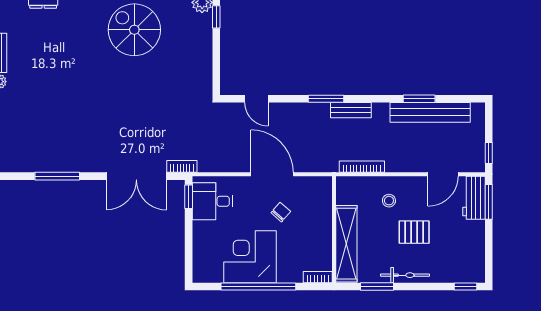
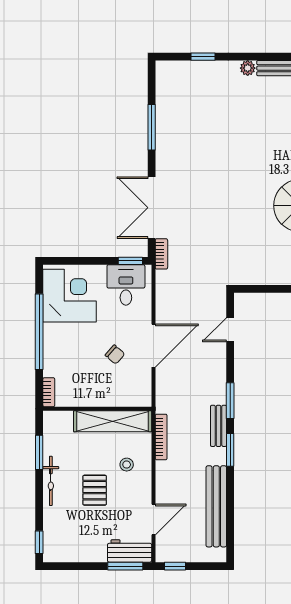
window: (419, 99) -> (230, 450), moved
door: (443, 174) -> (153, 519), swing flipped
shelving: (346, 244) -> (113, 421), moved
corner desk: (250, 257) -> (69, 296), moved

